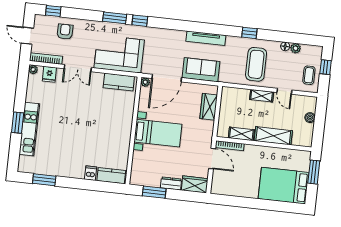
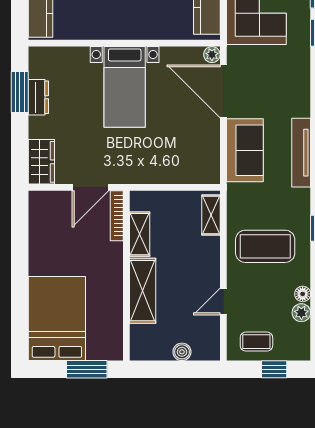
shelving: (262, 96) -> (211, 215), moved
wardrobe: (209, 107) -> (181, 171), removed
dresser: (171, 183) -> (38, 97), moved

